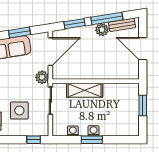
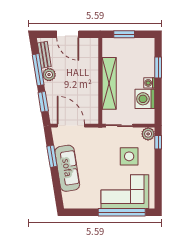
door: (143, 49) -> (68, 34), hinge flipped
plant: (42, 77) -> (148, 134), moved
shelving: (85, 90) -> (109, 83), width x1.47
washing machine: (73, 131) -> (145, 99), width x1.89, depth x1.89
window: (92, 140) -> (158, 68), moved

